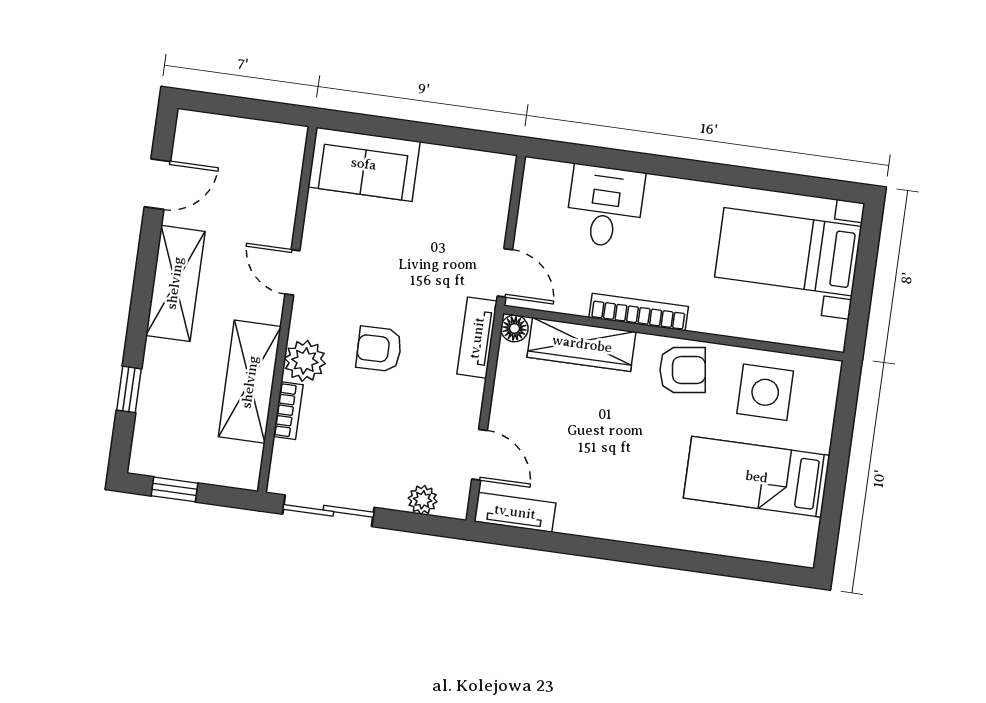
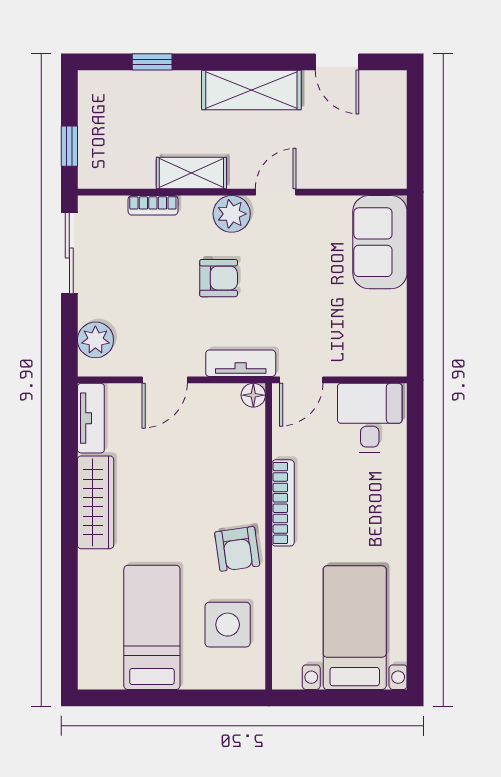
desk: (605, 206) -> (370, 418), moved, turned -90
wardrobe: (582, 344) -> (96, 502), moved, turned 180
armchair: (379, 349) -> (219, 278), turned 91
plant: (305, 361) -> (232, 214), moved
shelving: (250, 382) -> (191, 173), width x0.67, depth x0.75
door: (480, 455) -> (165, 380), moved
window: (174, 489) -> (69, 146), moved
plant: (423, 500) -> (95, 340), width x1.38, depth x1.38

